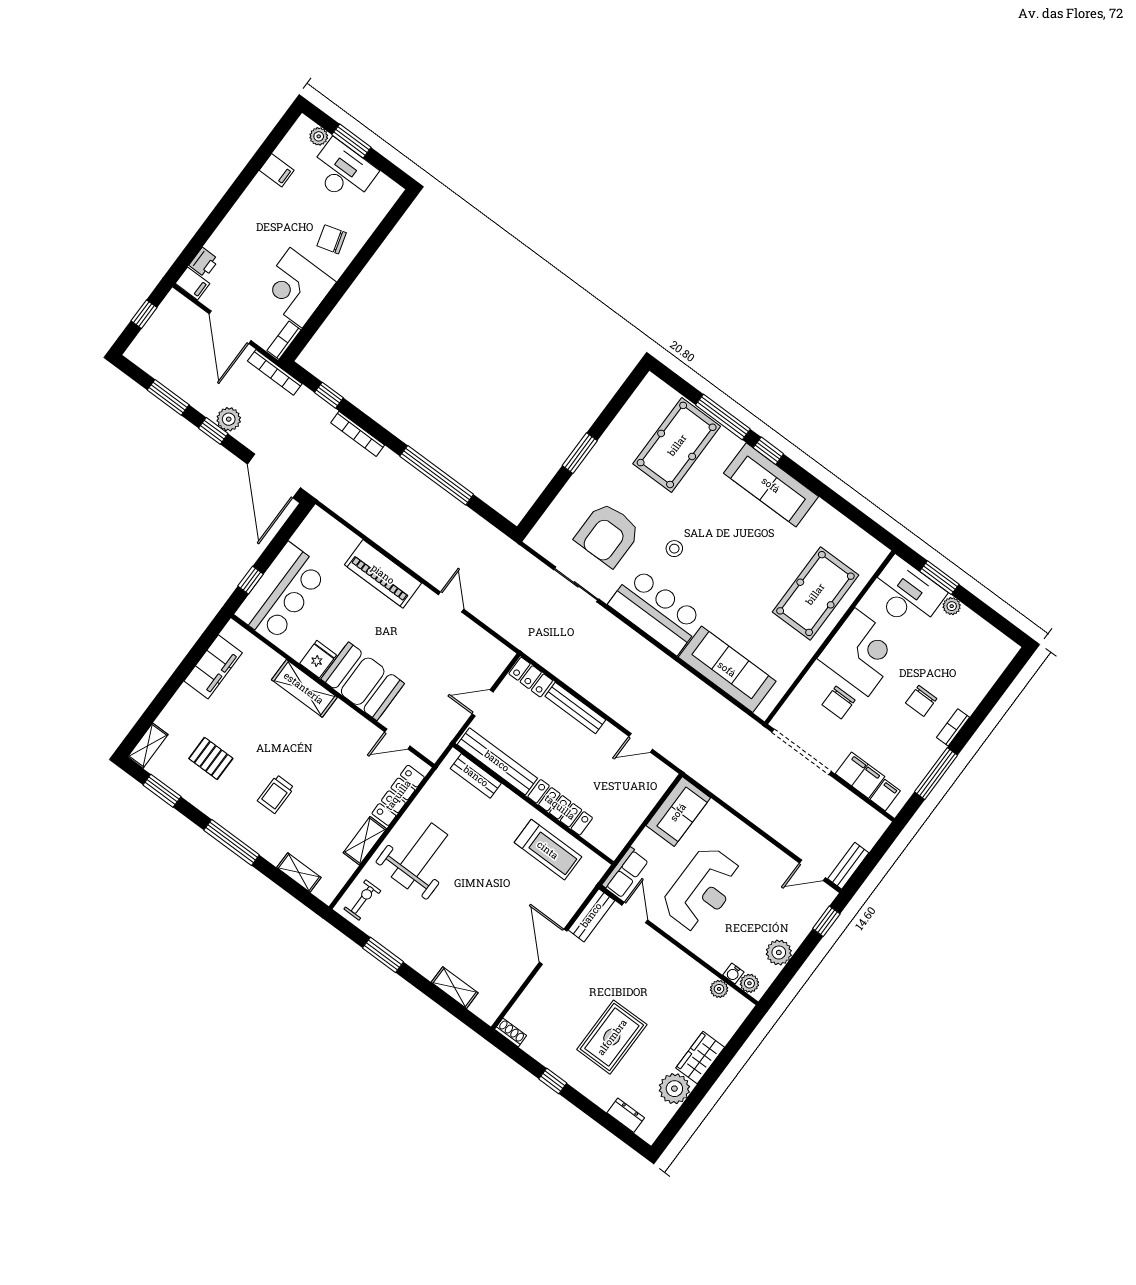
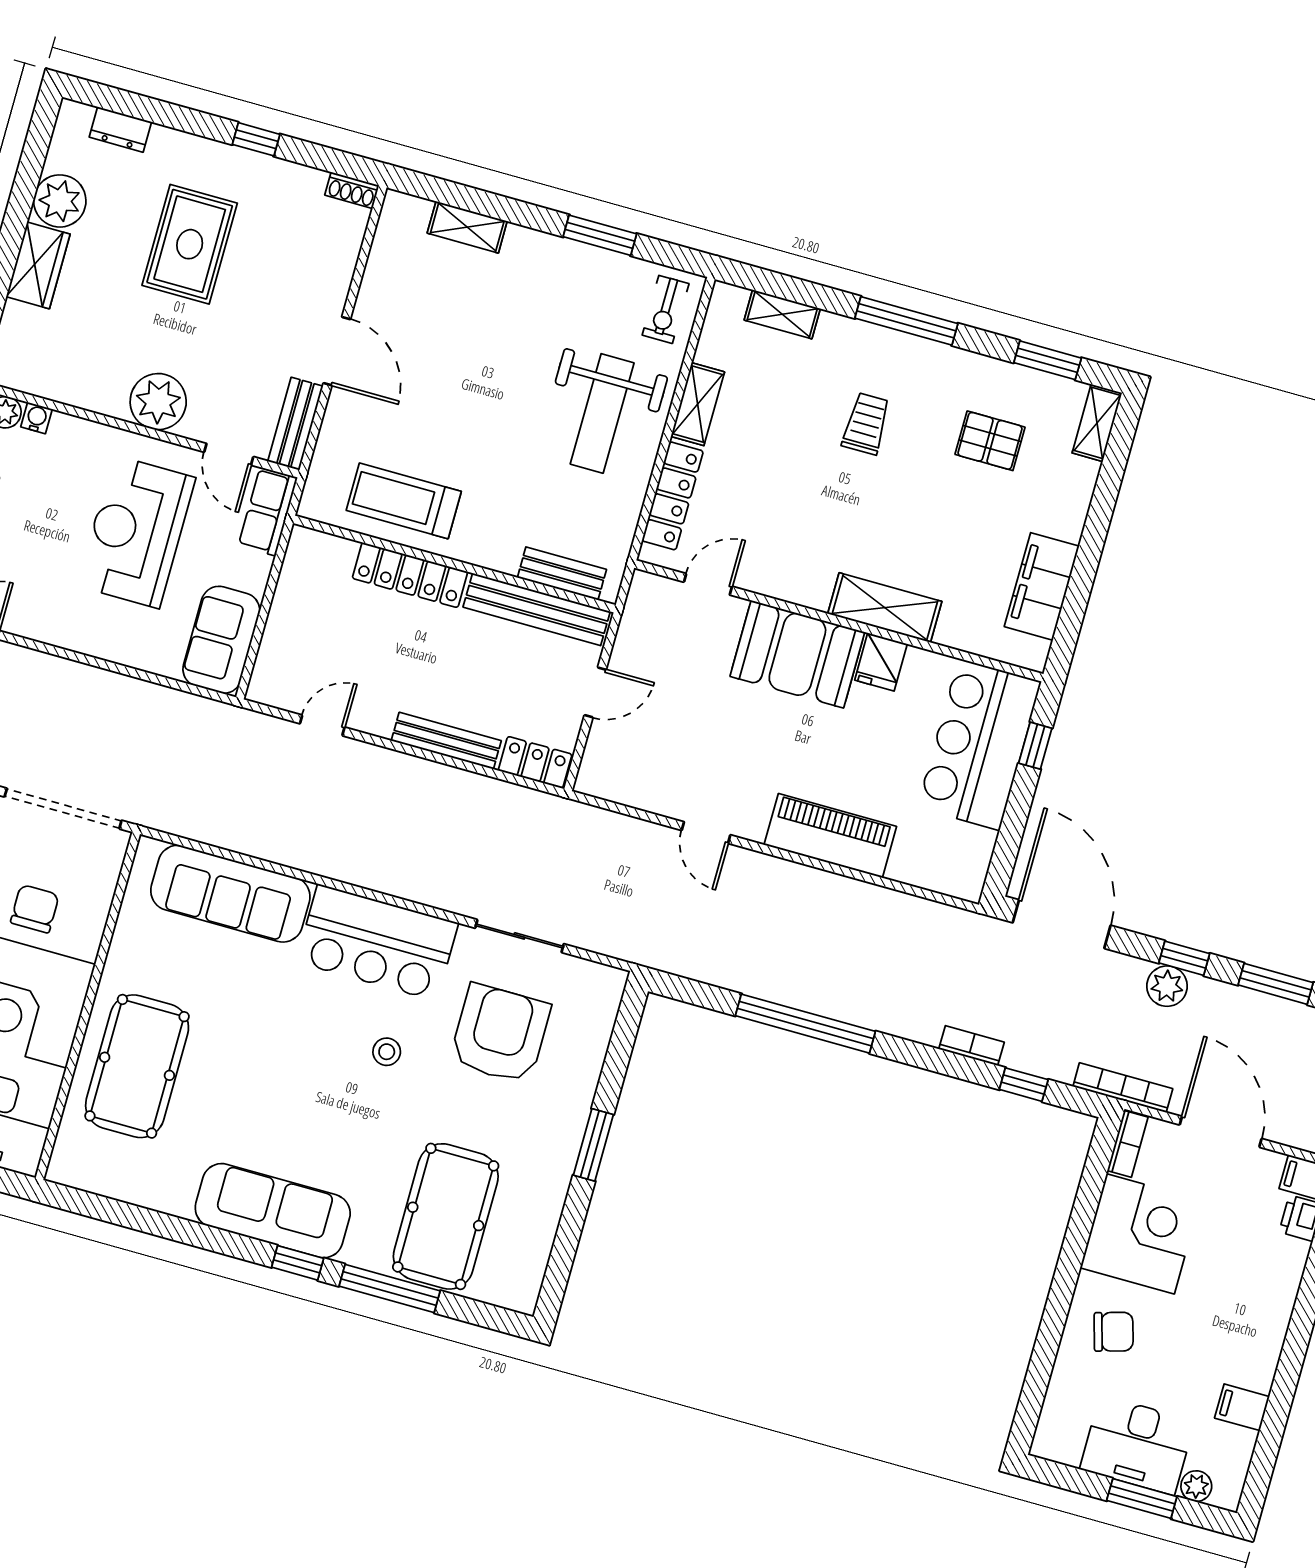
bookcase: (358, 434) -> (972, 1046), width x0.64
plant: (719, 989) -> (158, 402), moved, width x1.87, depth x1.87

